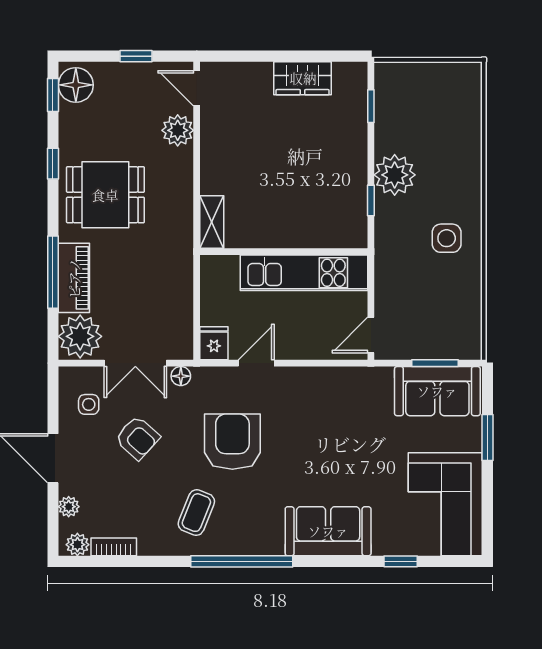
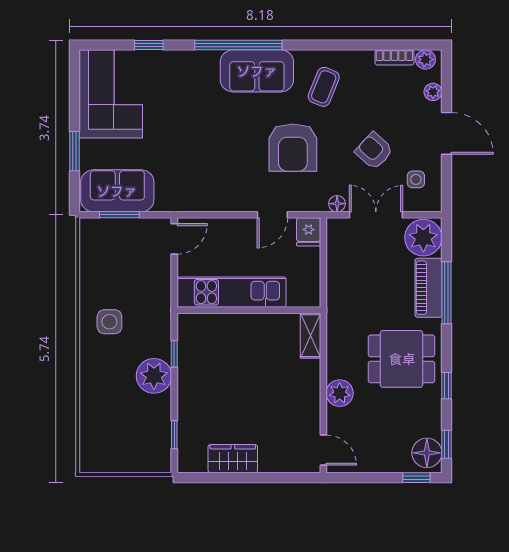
window: (136, 56) -> (416, 478), moved
plant: (178, 130) -> (340, 393), moved
sofa: (328, 531) -> (257, 71), moved
window: (242, 561) -> (238, 45), moved

